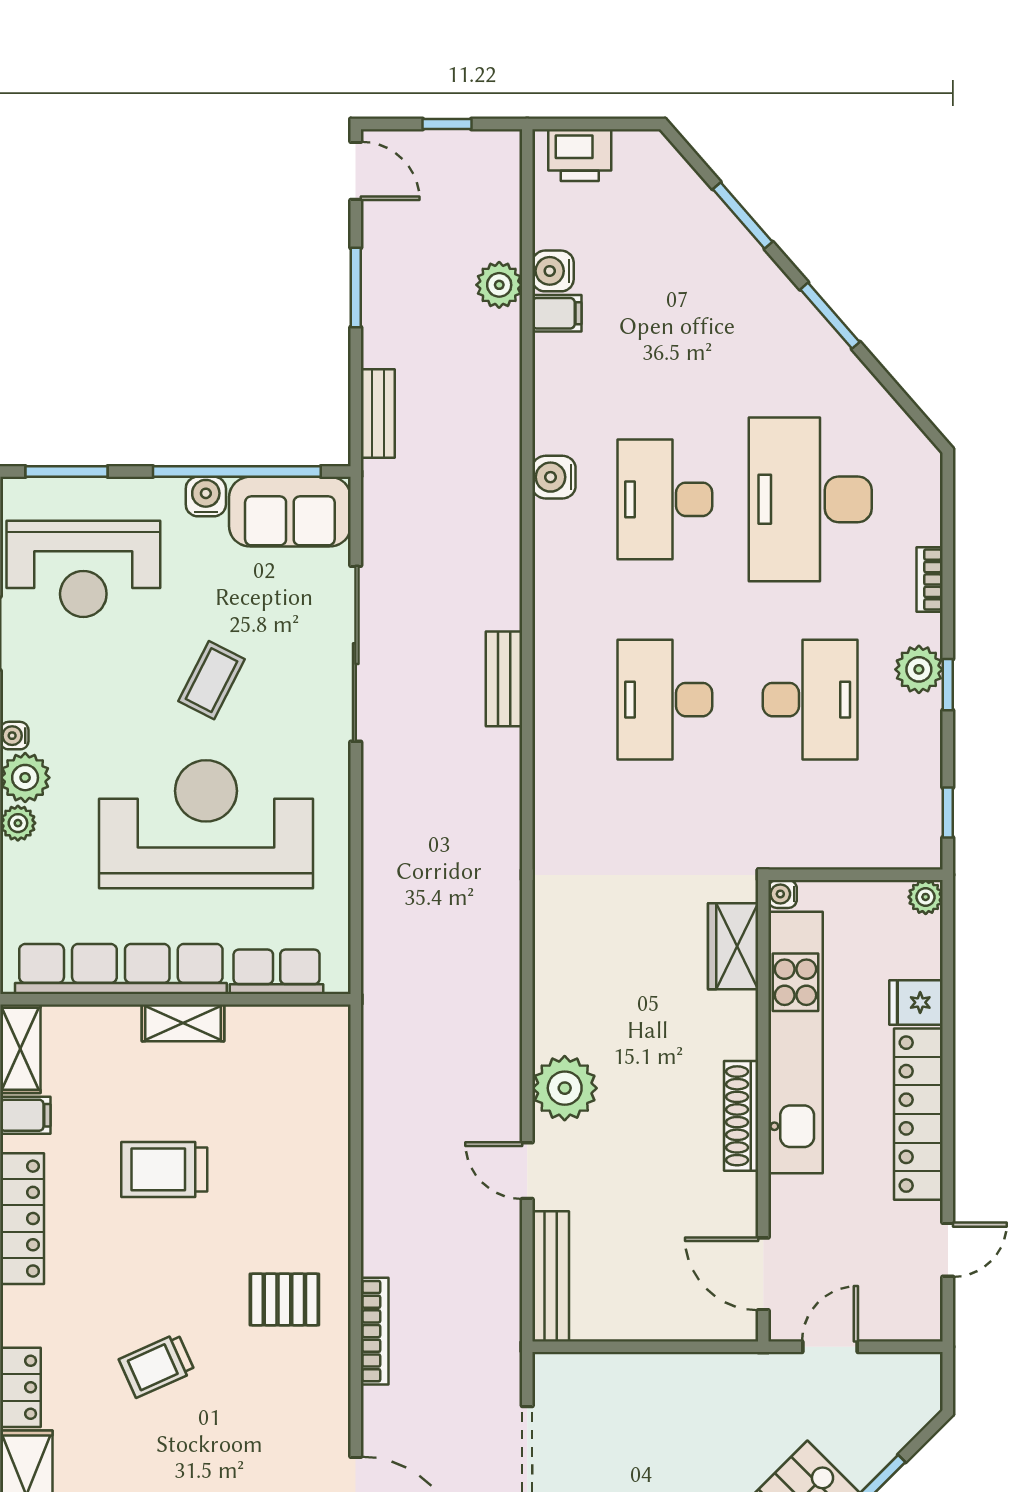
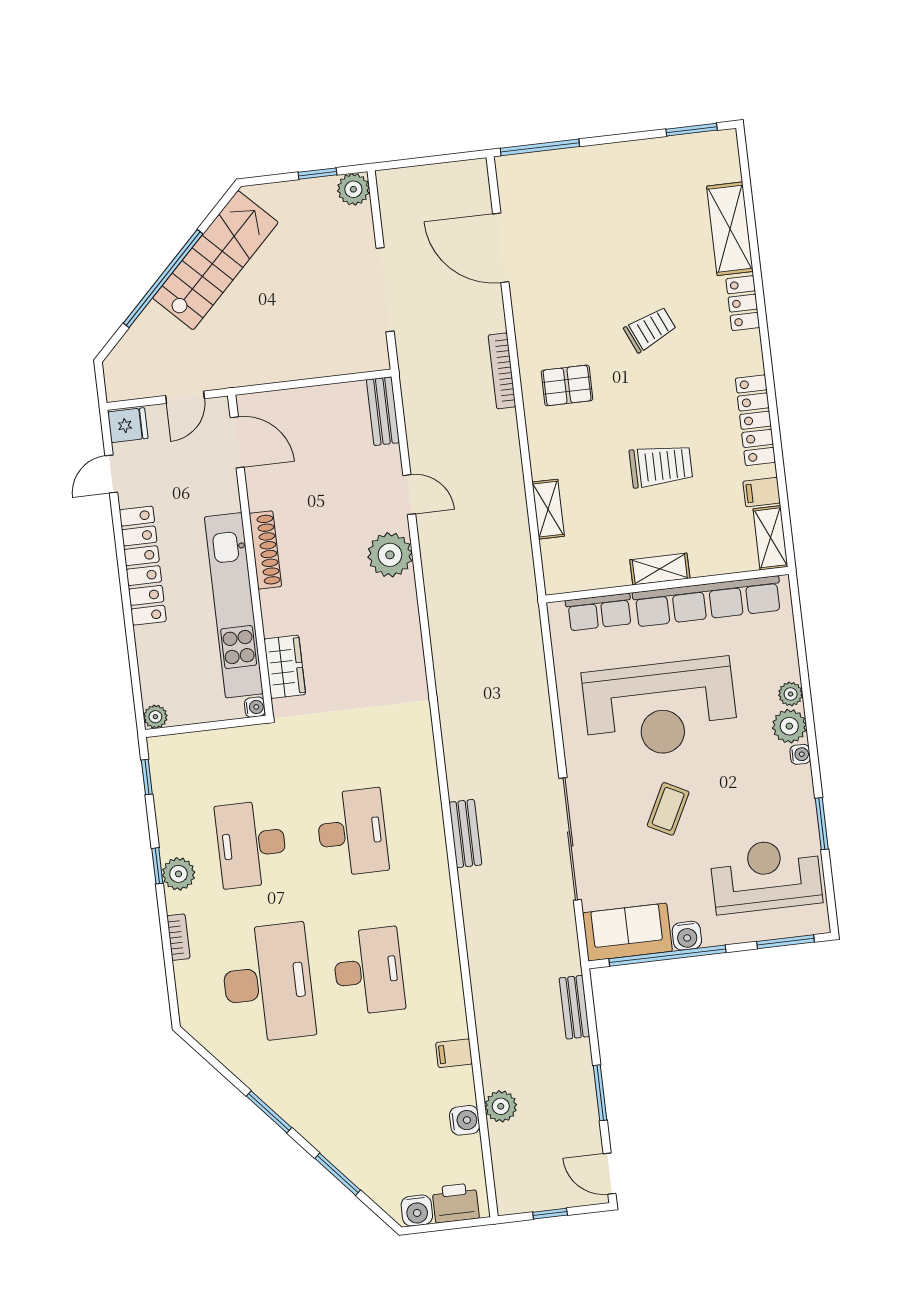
filing cabinet: (557, 313) -> (454, 1053), moved
water cooler: (554, 477) -> (417, 1211), moved, turned 90
fridge: (916, 1002) -> (128, 425), moved
shelving: (332, 1127) -> (548, 509), added
bench: (551, 1276) -> (383, 411), width x0.73

